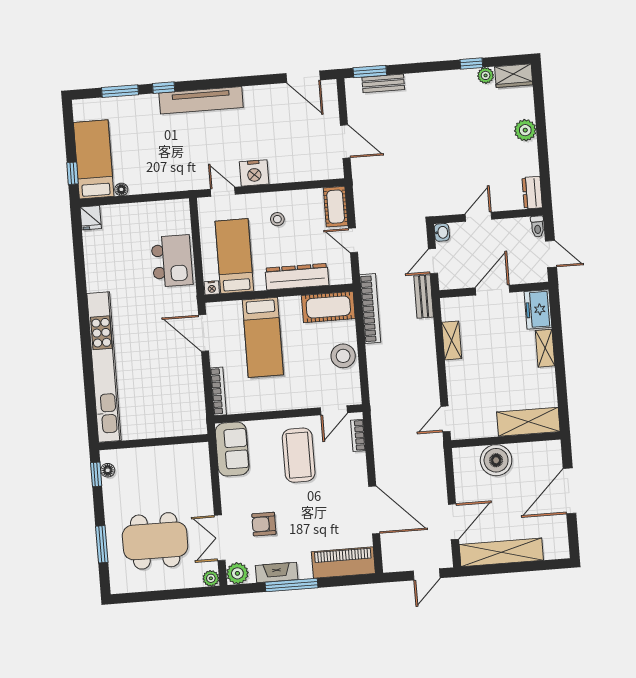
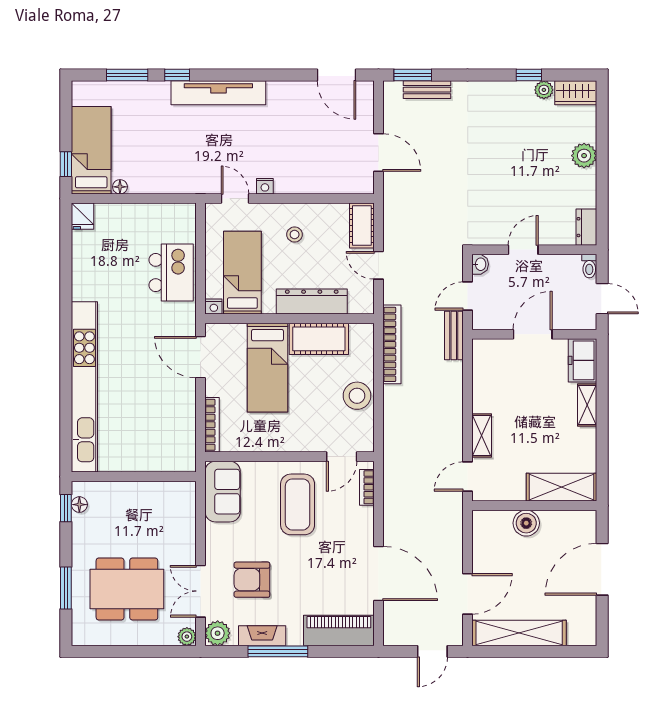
nightstand: (254, 173) -> (265, 186), width x0.53, depth x0.56
cot: (328, 307) -> (319, 339), moved
shelving: (452, 340) -> (482, 436), moved
boiler: (496, 460) -> (526, 523), width x0.73, depth x0.73
armchair: (264, 524) -> (252, 580), width x1.38, depth x1.38

